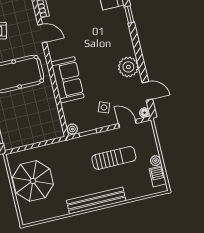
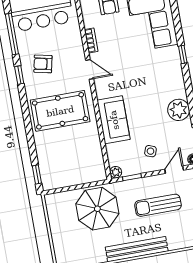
door: (127, 124) -> (174, 170), hinge flipped
sun lounger: (114, 158) -> (158, 205), turned 180
parasol: (33, 181) -> (97, 209), moved

